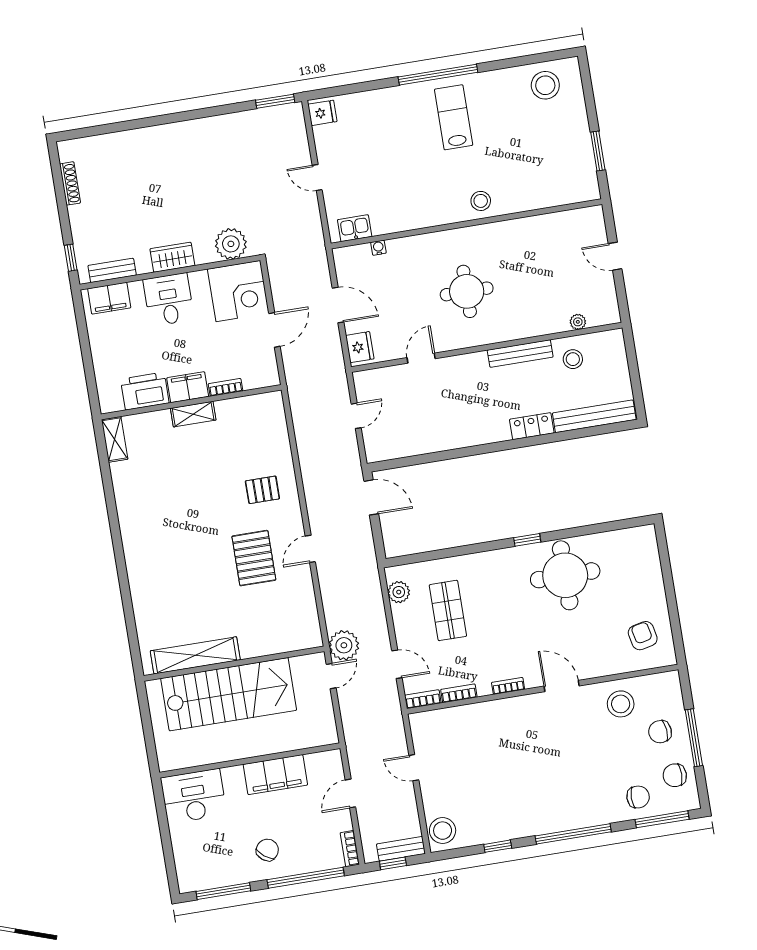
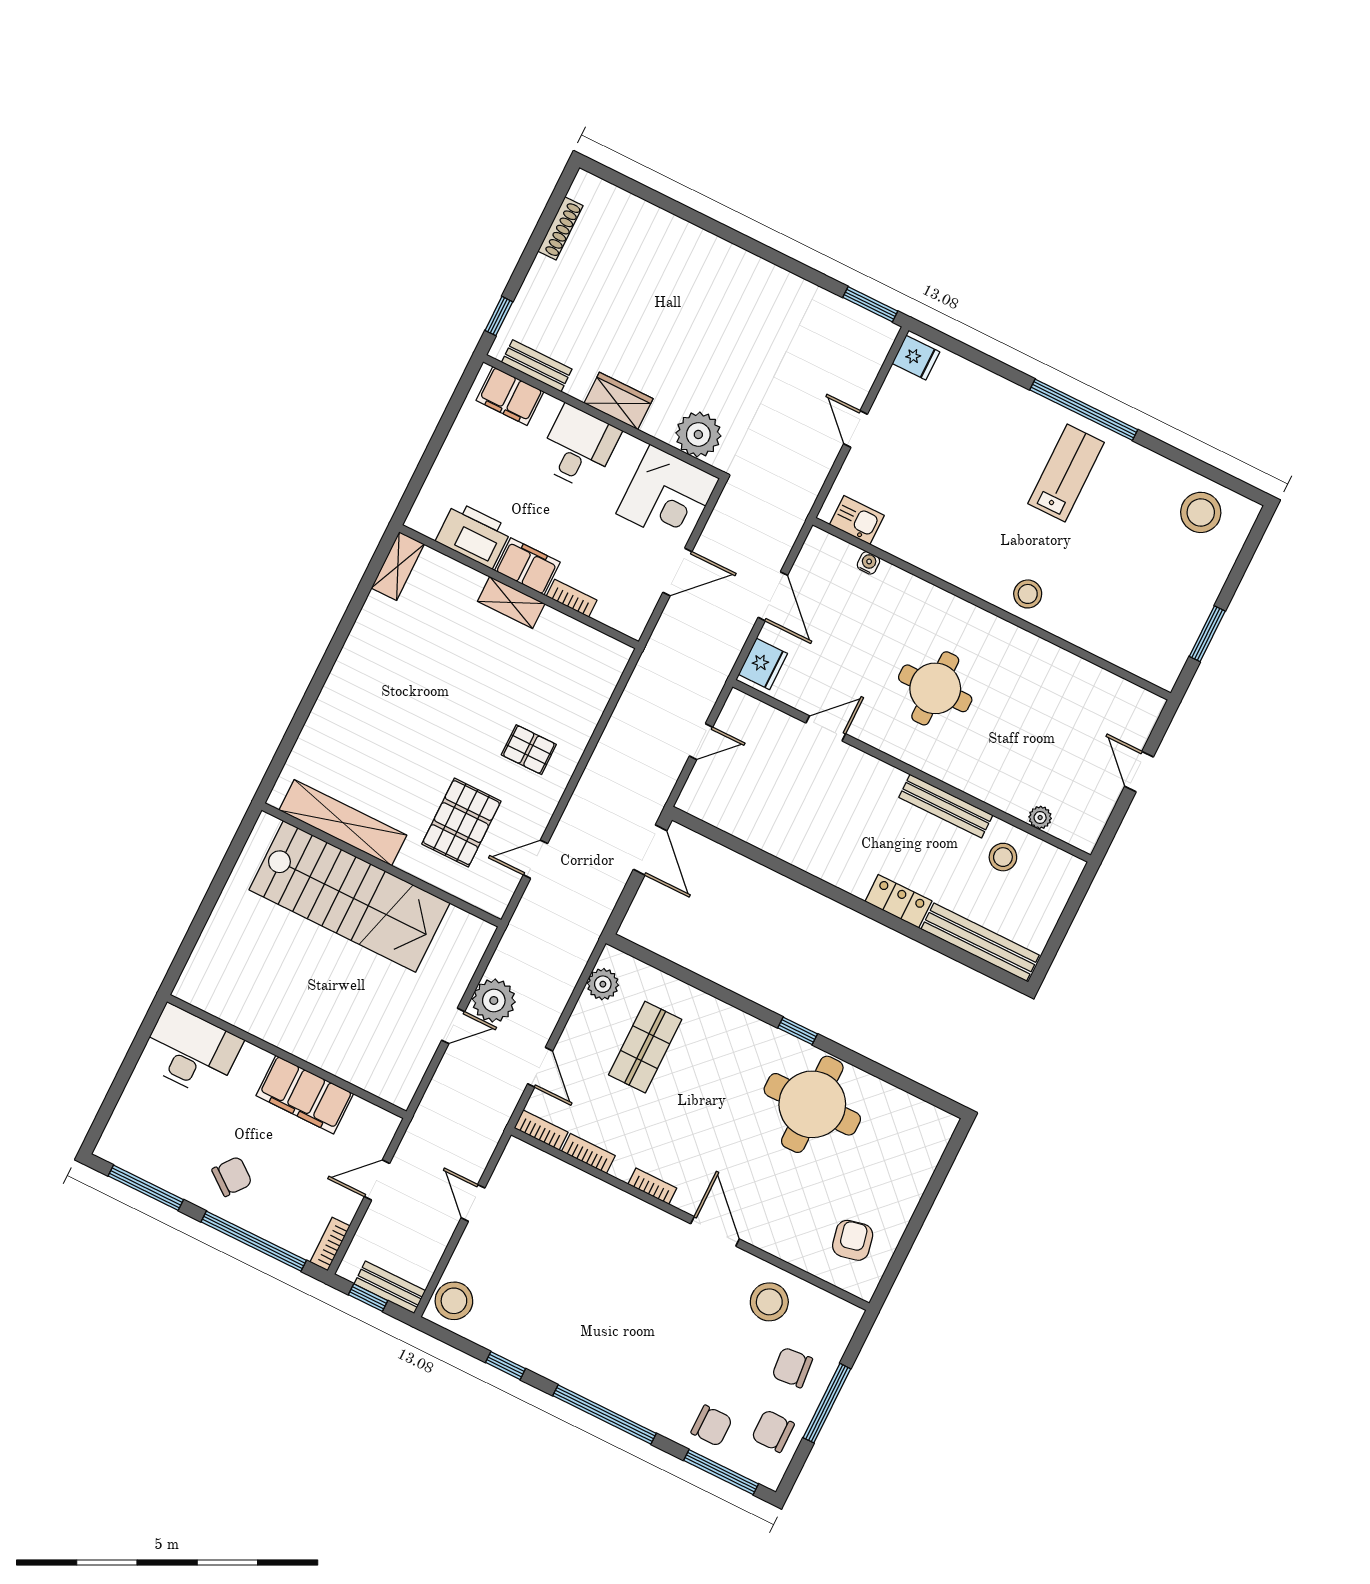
shelving: (195, 655) -> (343, 823), moved
wall: (234, 664) -> (381, 865), moved
stairs: (229, 694) -> (349, 896), moved

